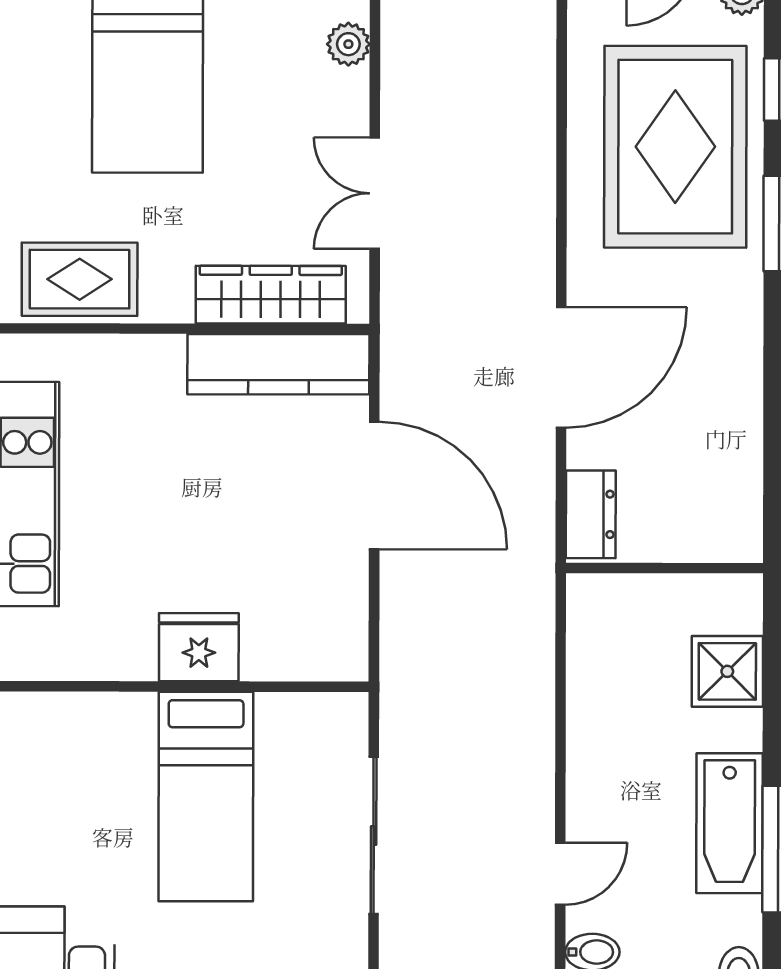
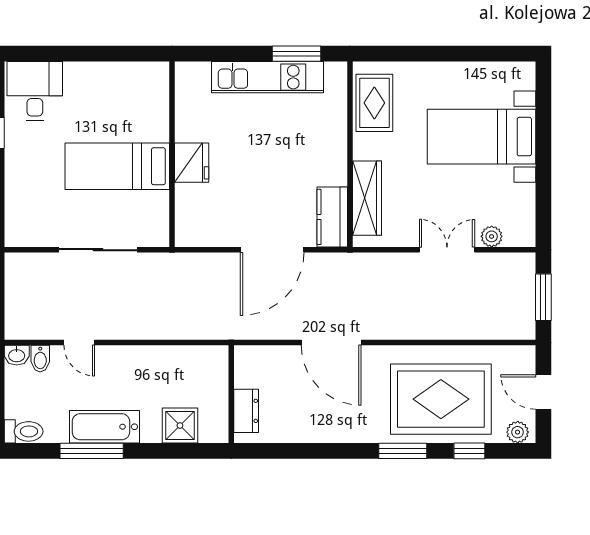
double door: (375, 193) -> (447, 250), moved
kitchen counter: (278, 364) -> (332, 217), width x0.67
dresser: (591, 514) -> (246, 411), moved, turned -90

